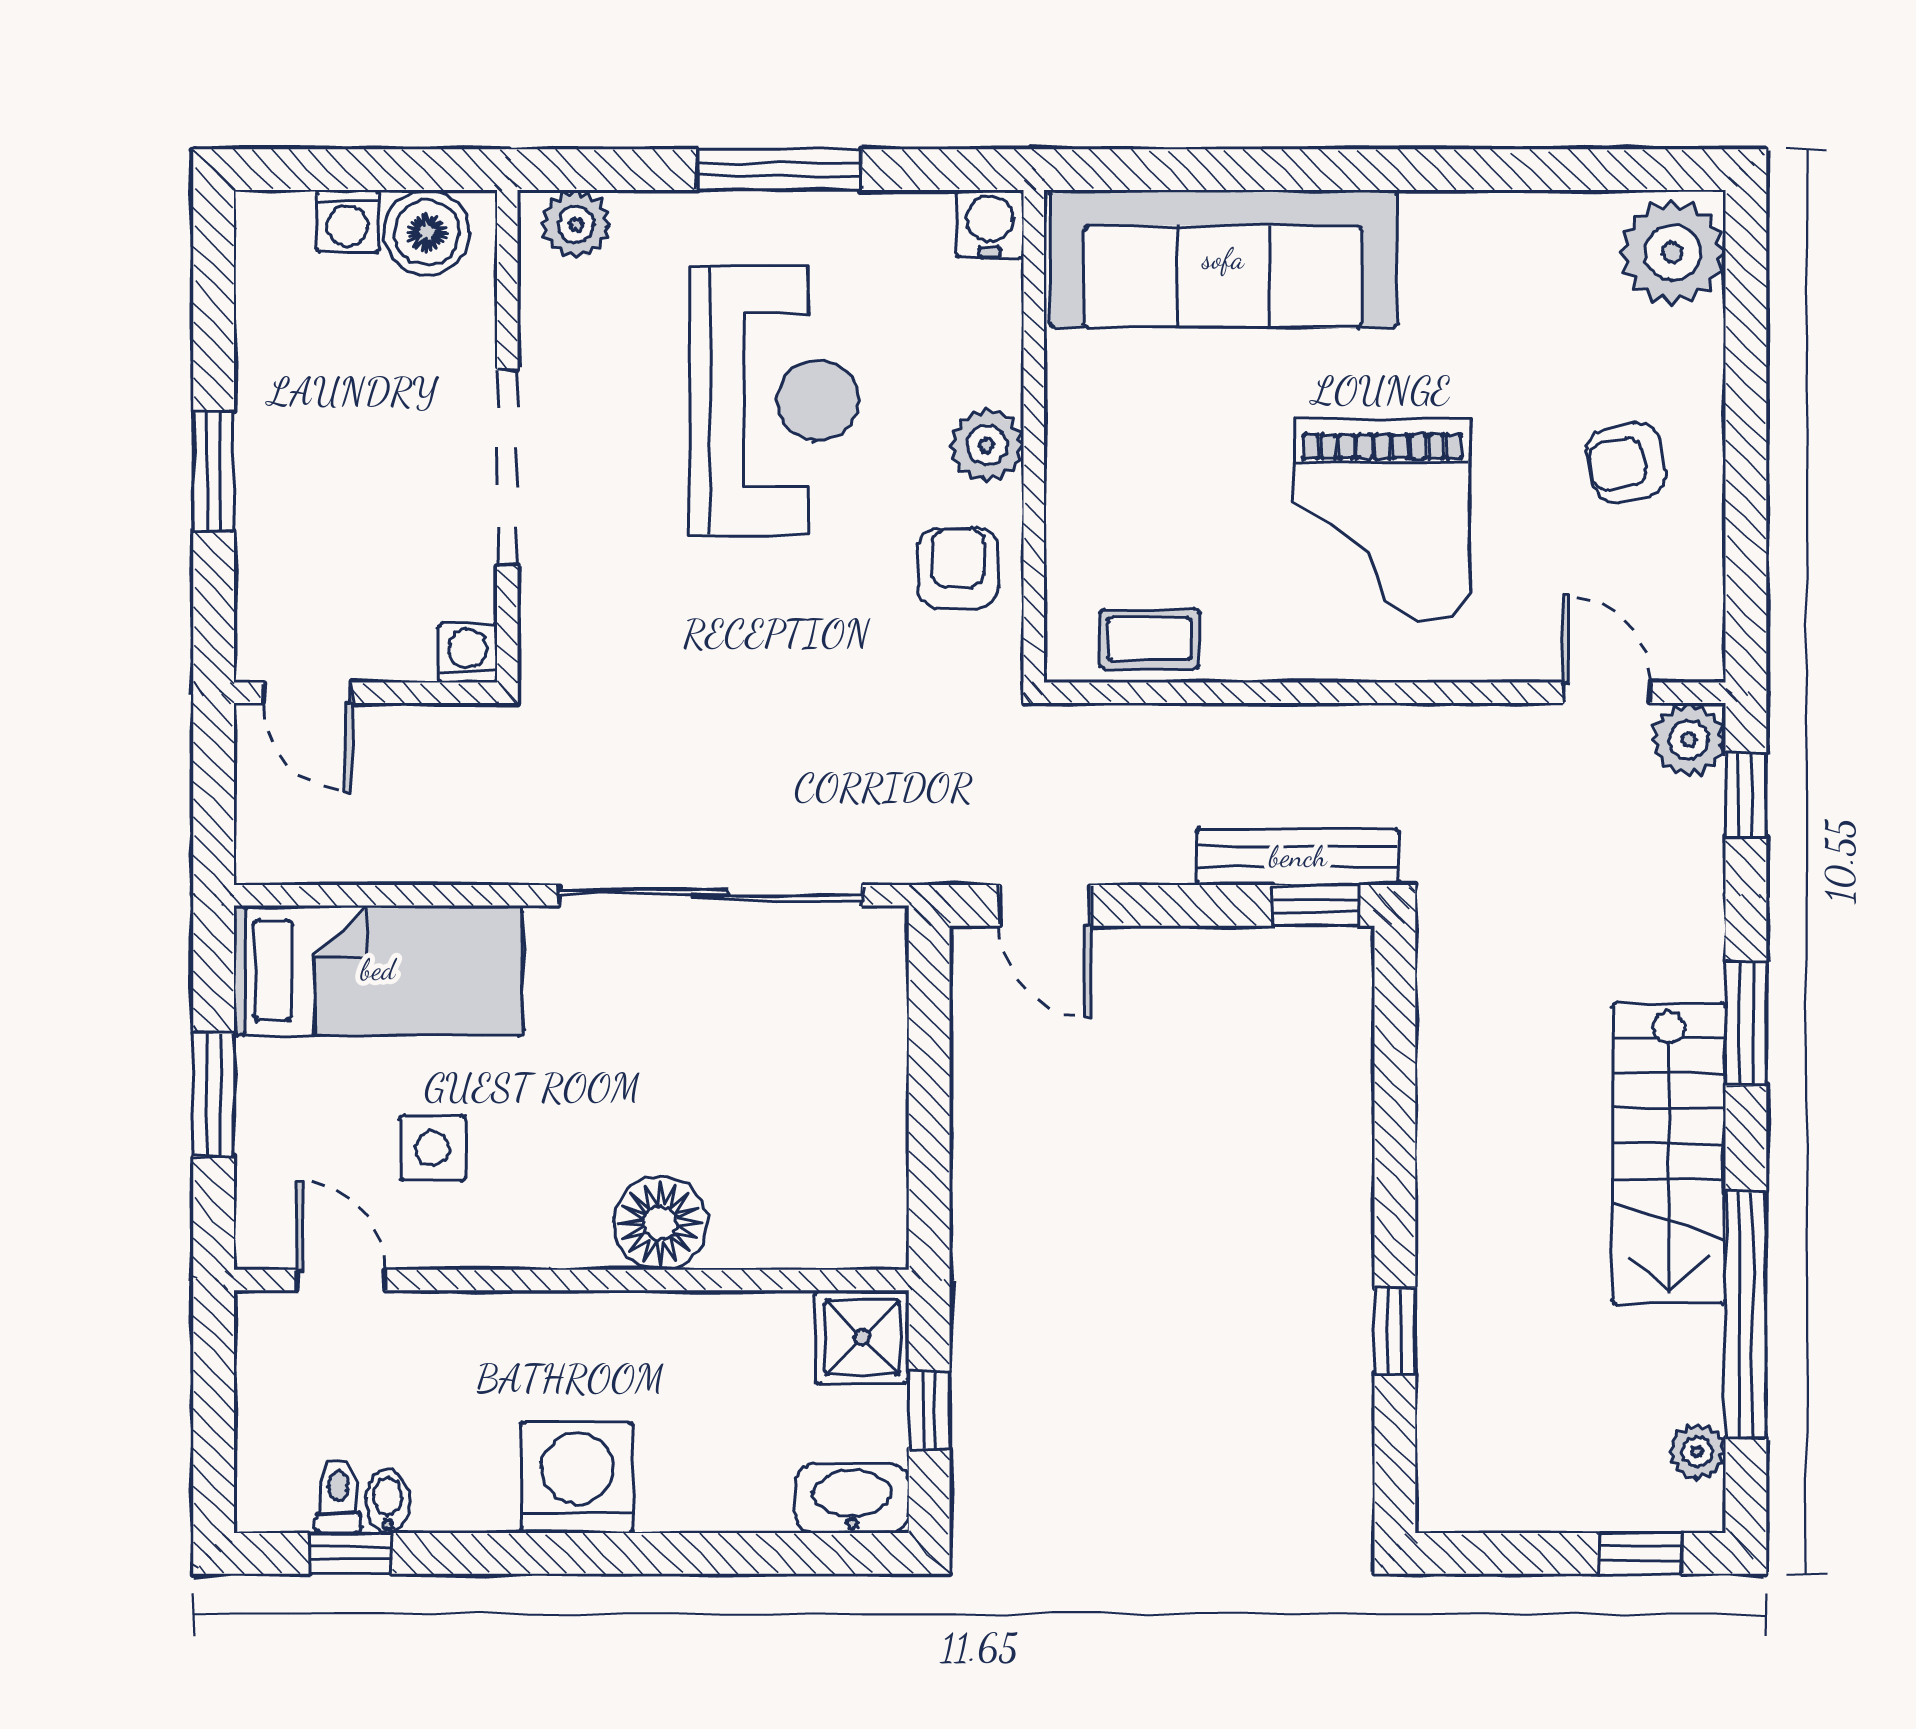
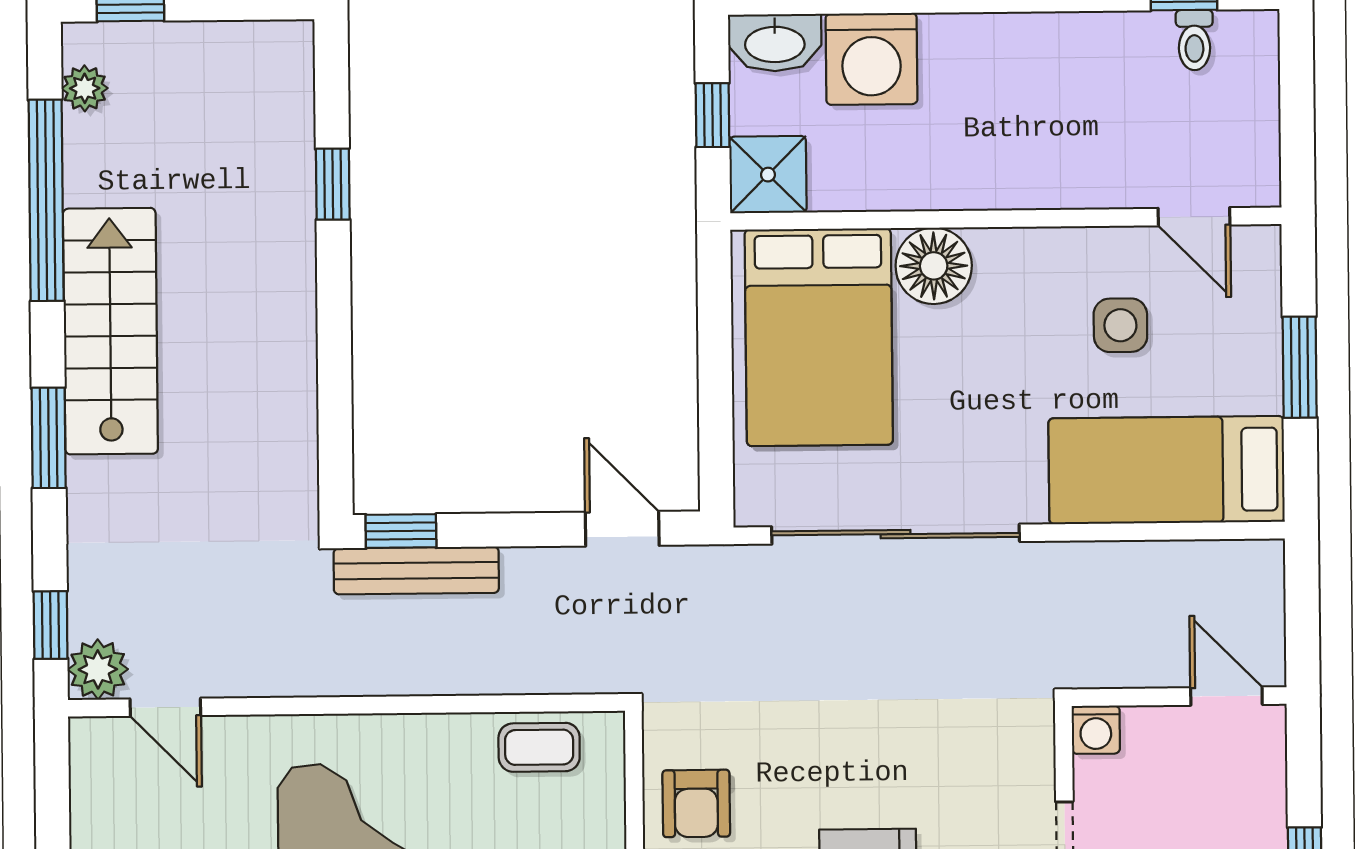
bed: (802, 1137) -> (819, 337), added
washing machine: (577, 1477) -> (872, 59), moved
bidet: (388, 1502) -> (1154, 36), removed

